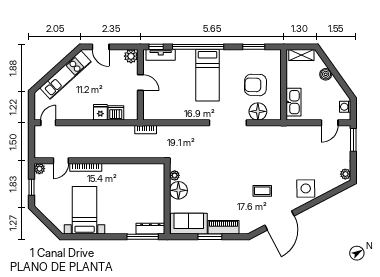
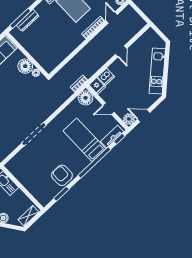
door: (101, 47) -> (144, 116), moved
bed: (207, 75) -> (84, 140), moved
armchair: (255, 85) -> (62, 175), moved, turned -92
floor lamp: (258, 111) -> (85, 98), moved
fridge: (100, 112) -> (97, 86), moved
door: (48, 123) -> (121, 51), moved
dresser: (150, 229) -> (28, 20), moved

